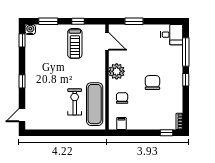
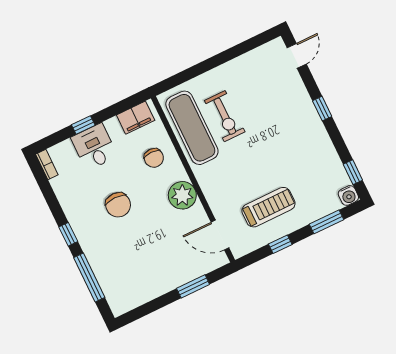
desk: (172, 35) -> (94, 147), moved, turned 90
treadmill: (75, 44) -> (268, 207), turned 90
filing cabinet: (121, 124) -> (136, 118), width x2.00
window: (167, 133) -> (83, 125), moved

